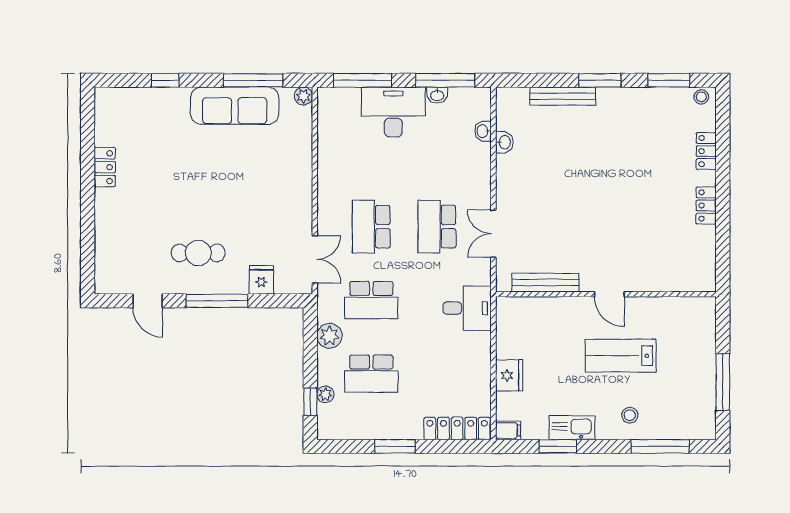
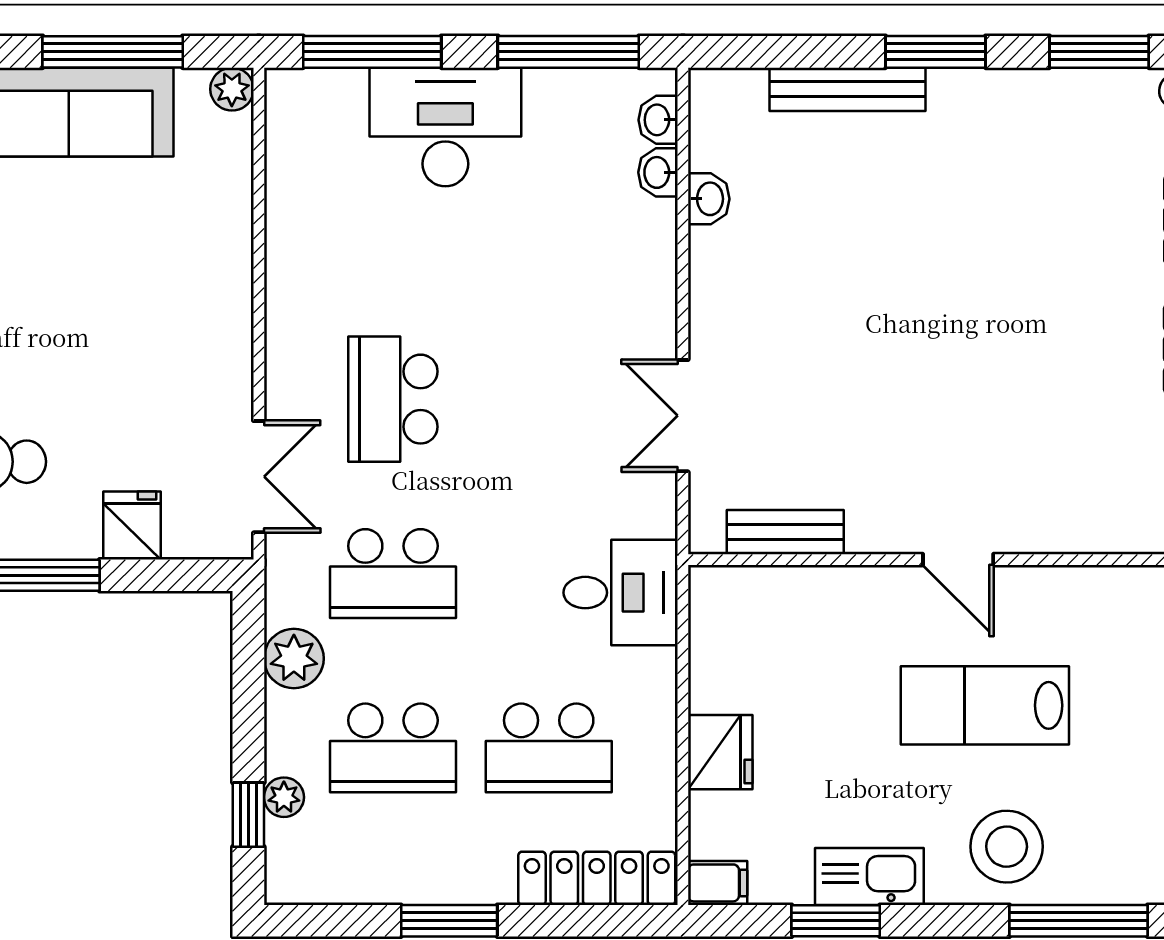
washbasin: (437, 95) -> (658, 120), moved, turned 90
school desk: (437, 227) -> (549, 748), moved, turned -90
bench: (545, 283) -> (785, 532), width x0.73
stool: (630, 415) -> (1007, 847), width x1.89, depth x1.89

